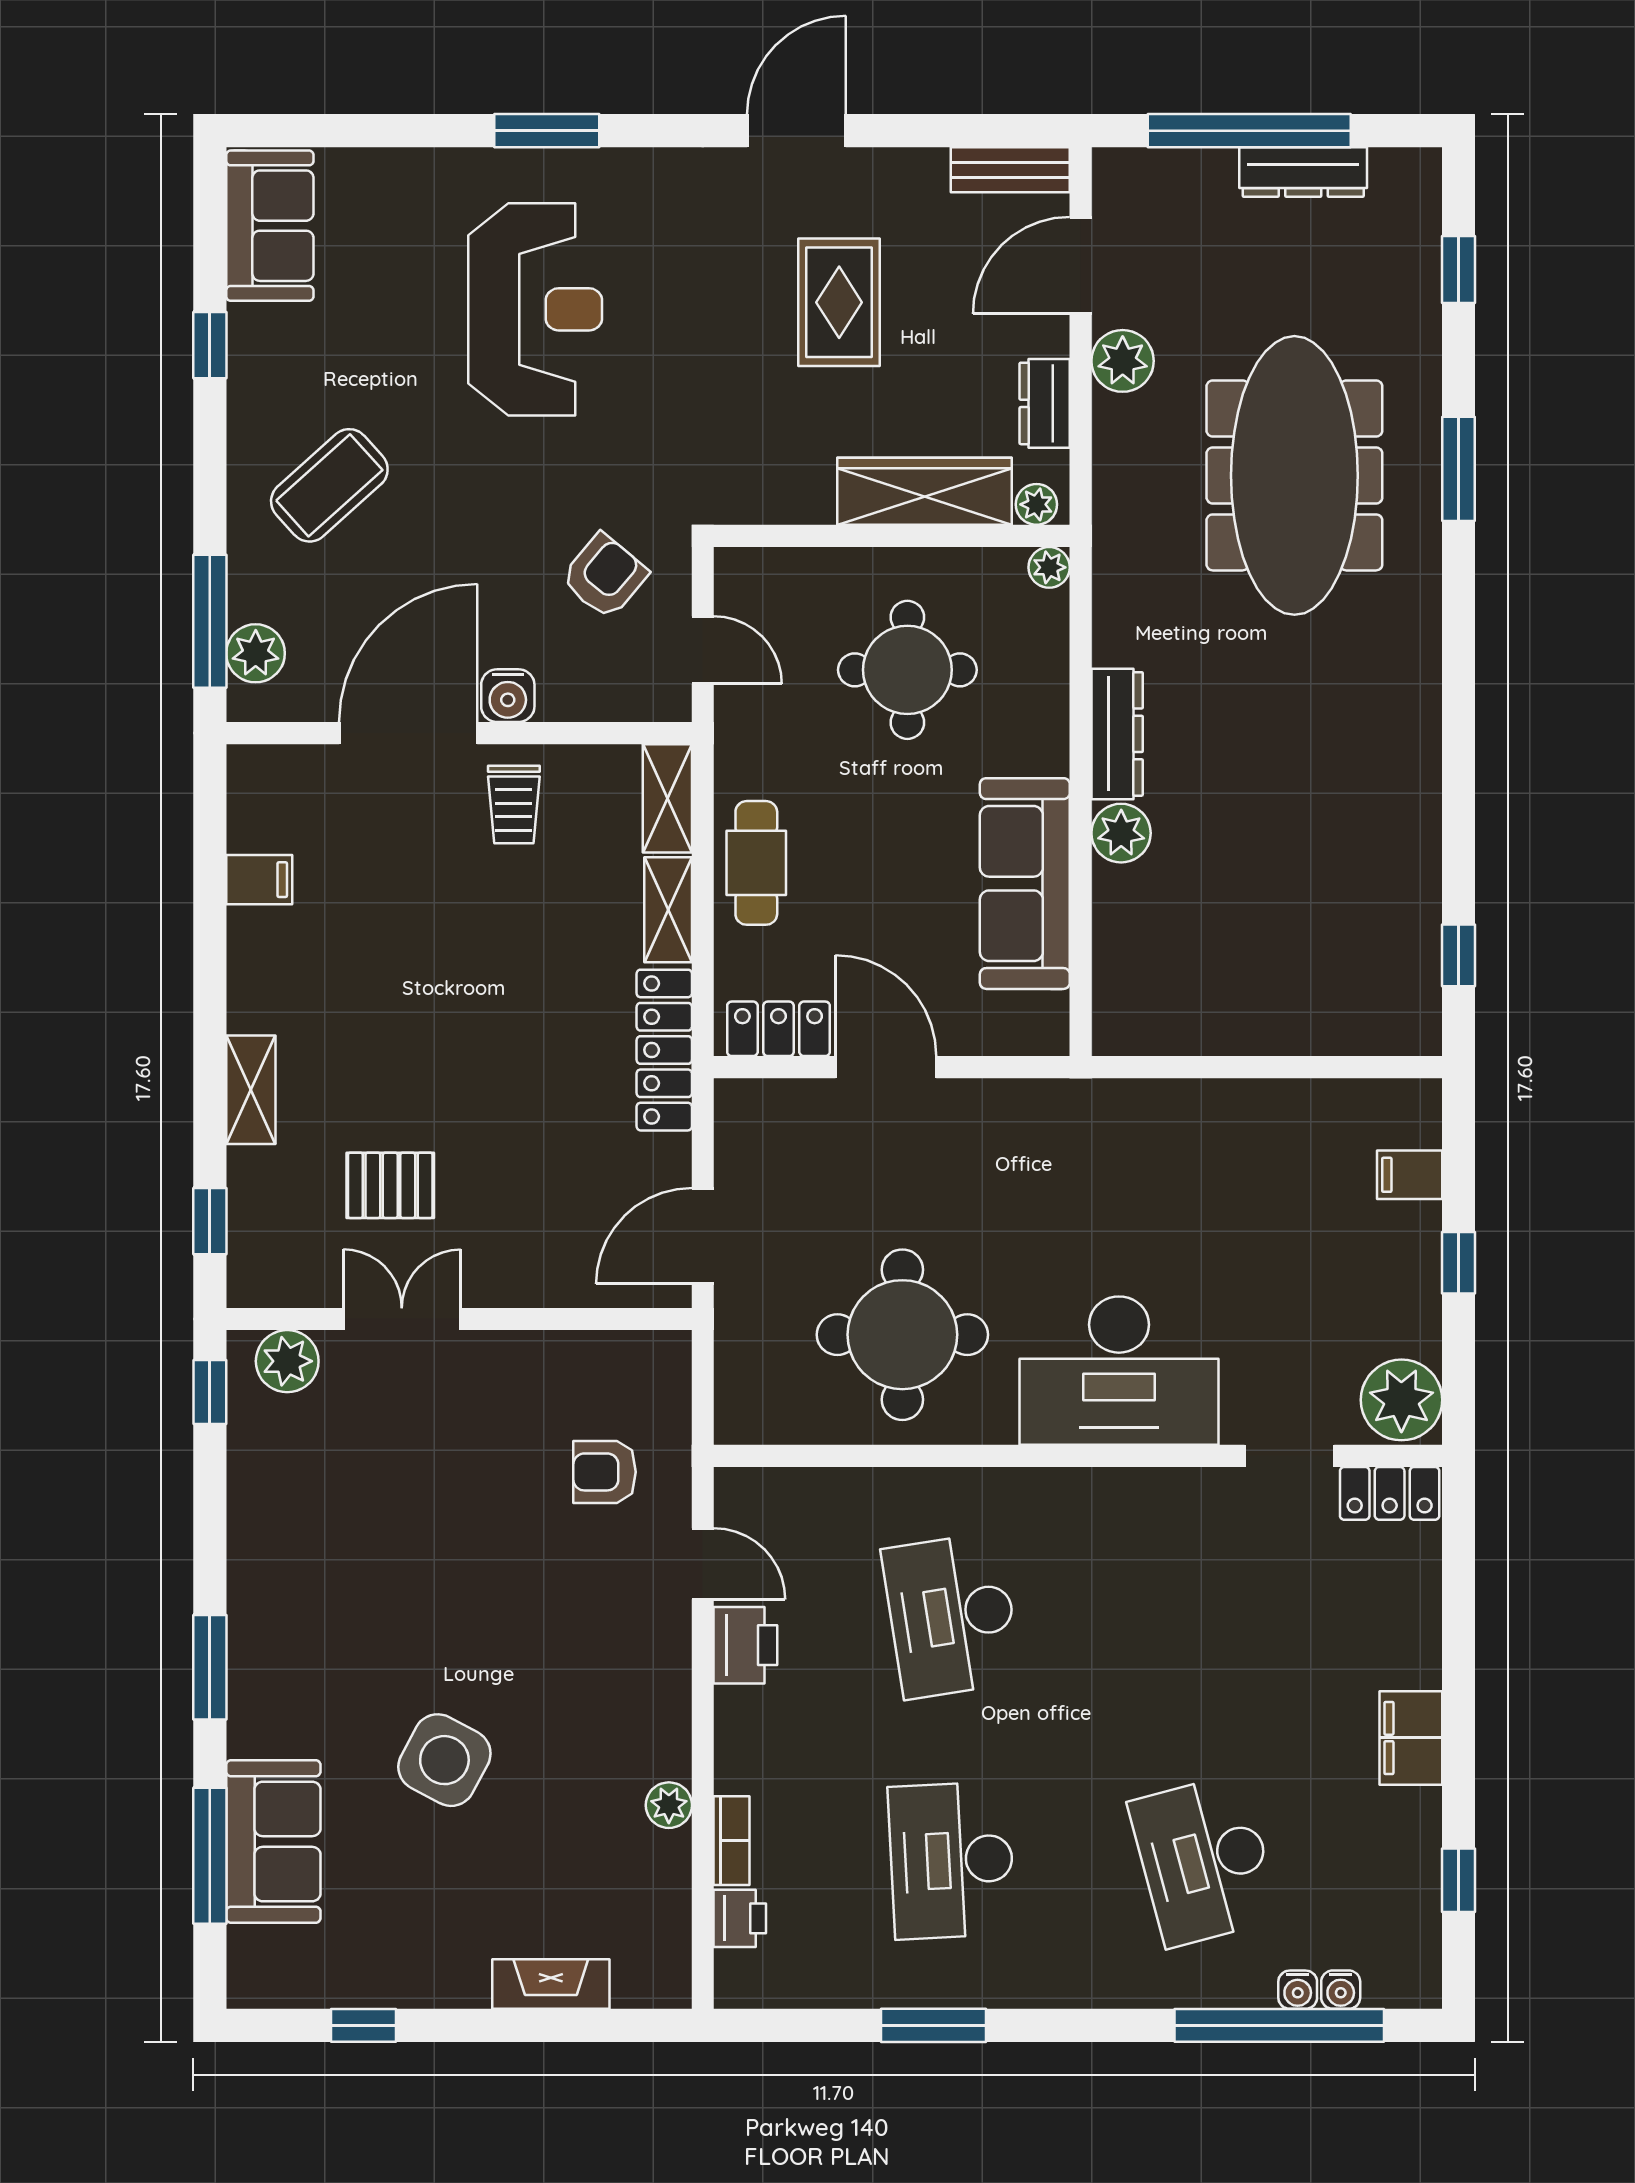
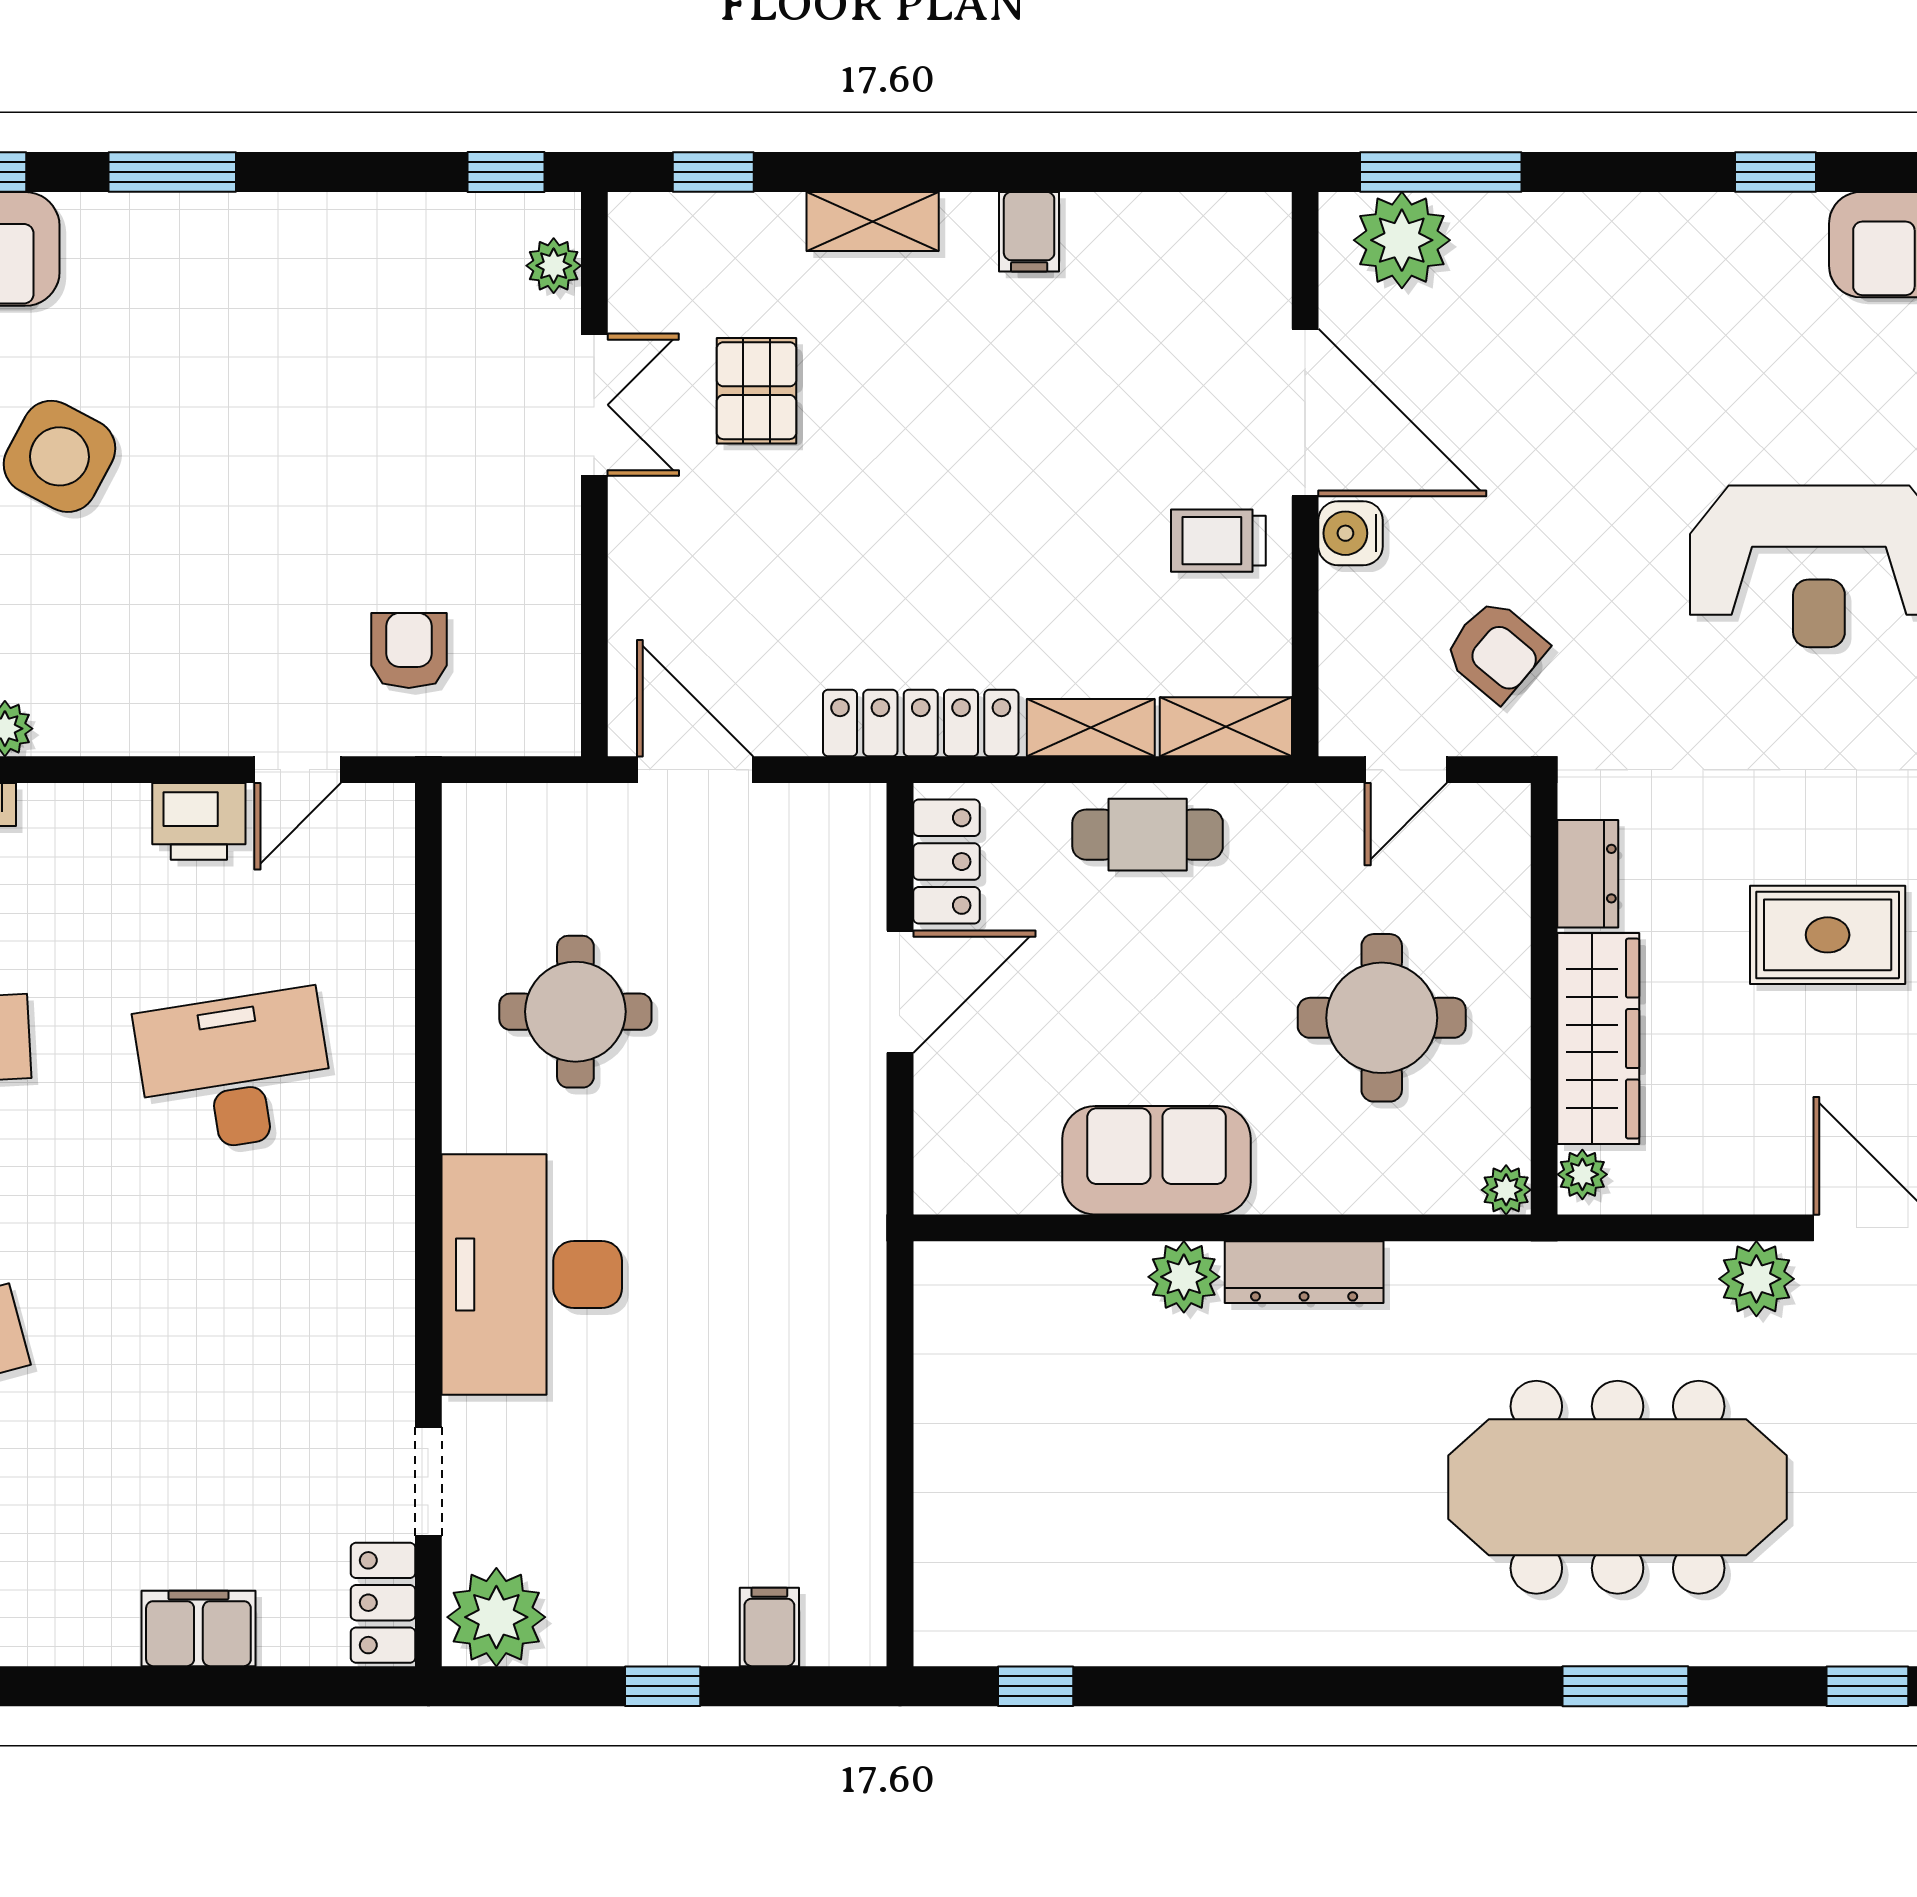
dresser: (1045, 403) -> (1588, 874), moved, turned 90
coffee table: (329, 485) -> (1606, 317), removed
plant: (256, 653) -> (1402, 240), width x1.36, depth x1.36
filing cabinet: (259, 880) -> (1029, 232), moved
sofa: (1025, 884) -> (1157, 1160), width x0.73
round table: (902, 1335) -> (575, 1012), width x0.73, depth x0.73
plant: (287, 1361) -> (554, 266), width x0.73, depth x0.73
filing cabinet: (1411, 1738) -> (198, 1628), moved

